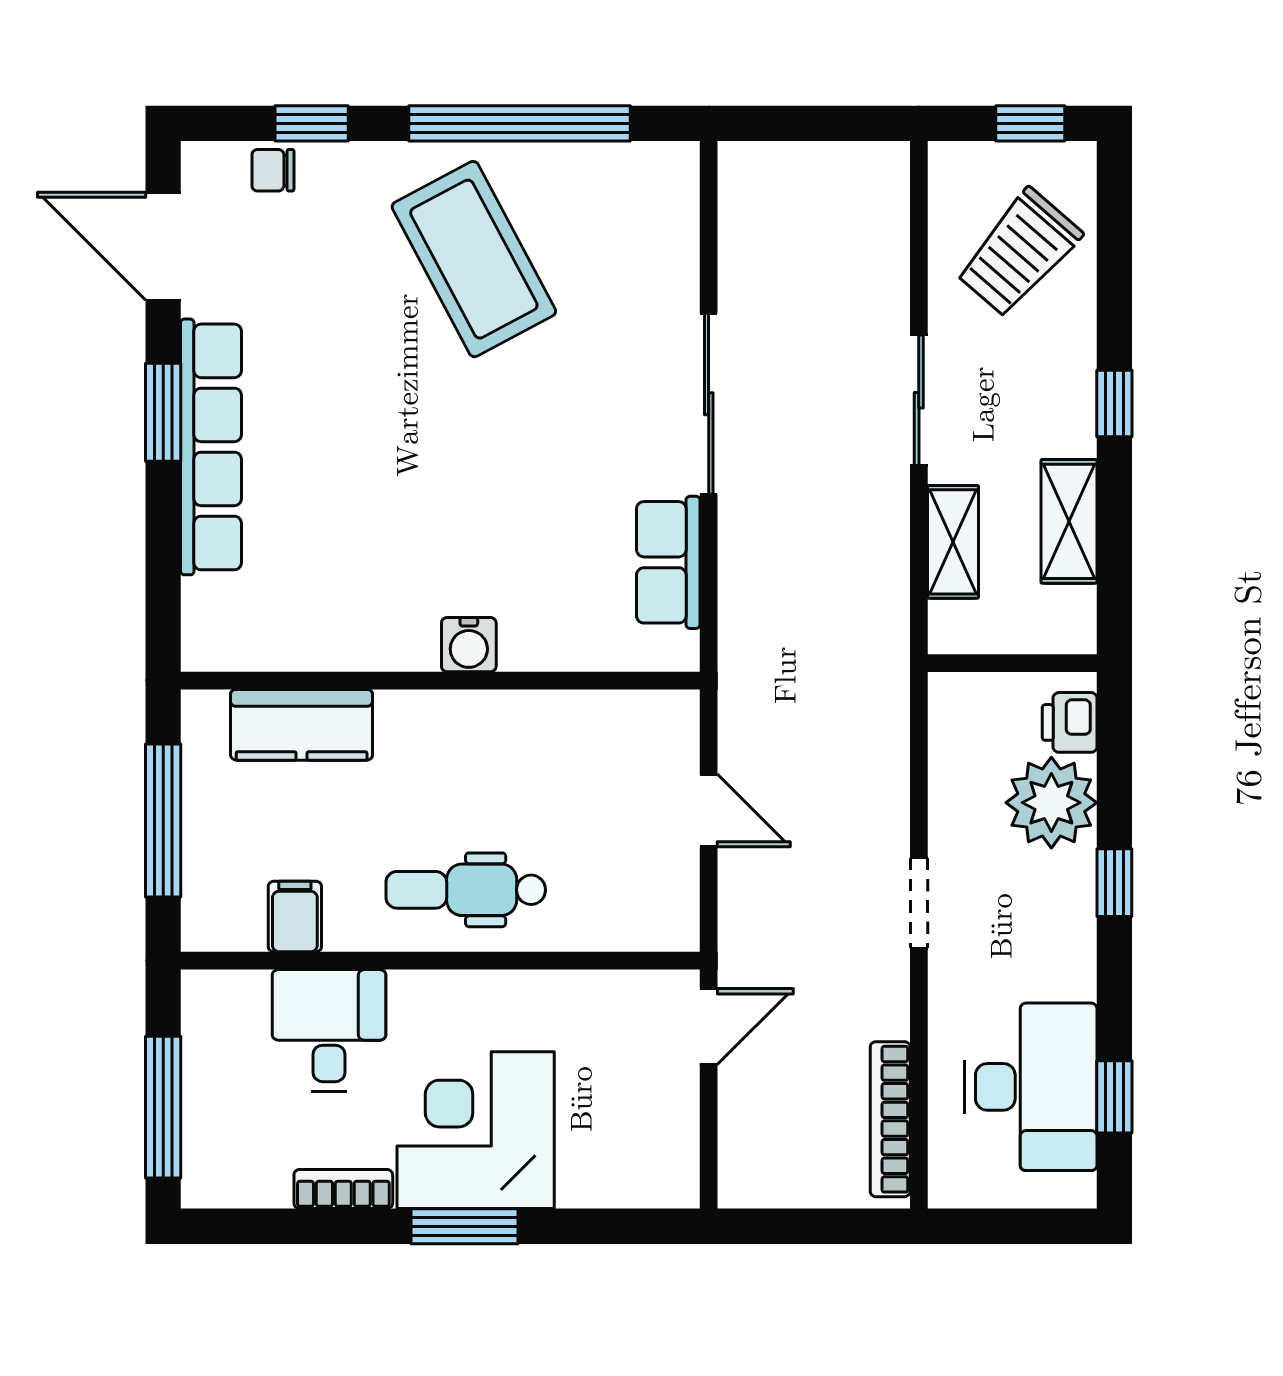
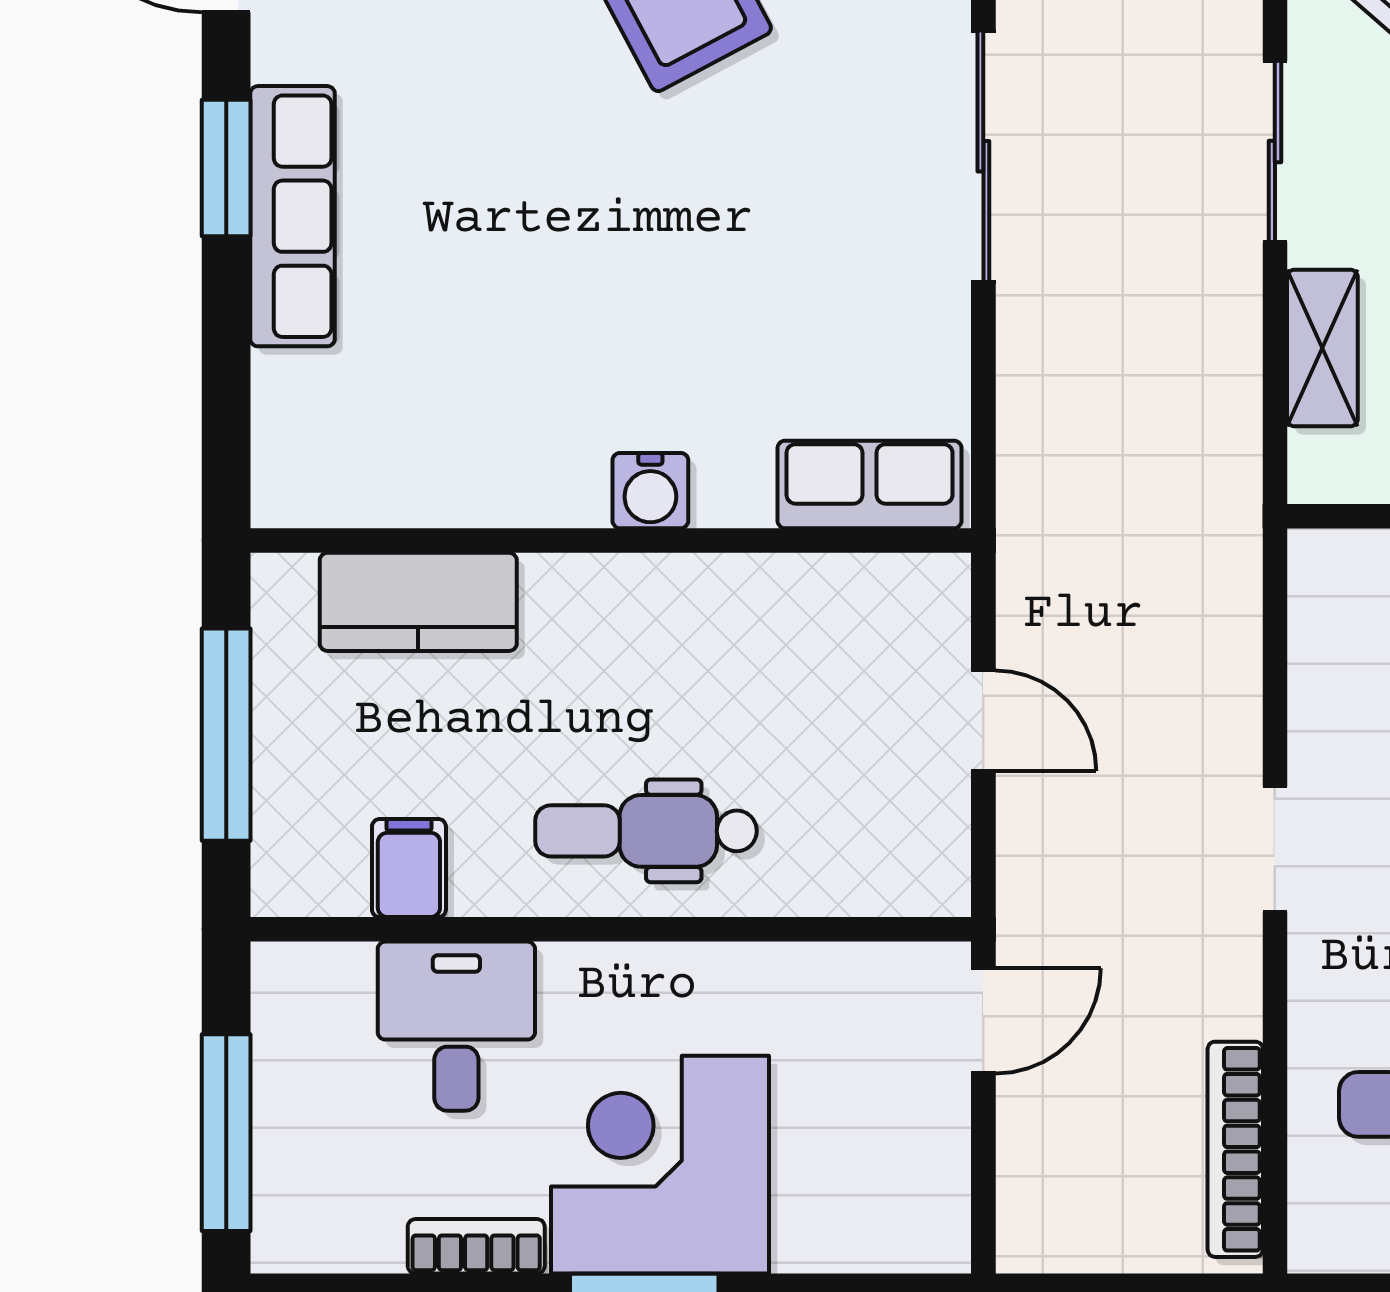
row of seats: (211, 447) -> (292, 216), width x0.73
row of seats: (668, 562) -> (870, 484), moved, turned 90

